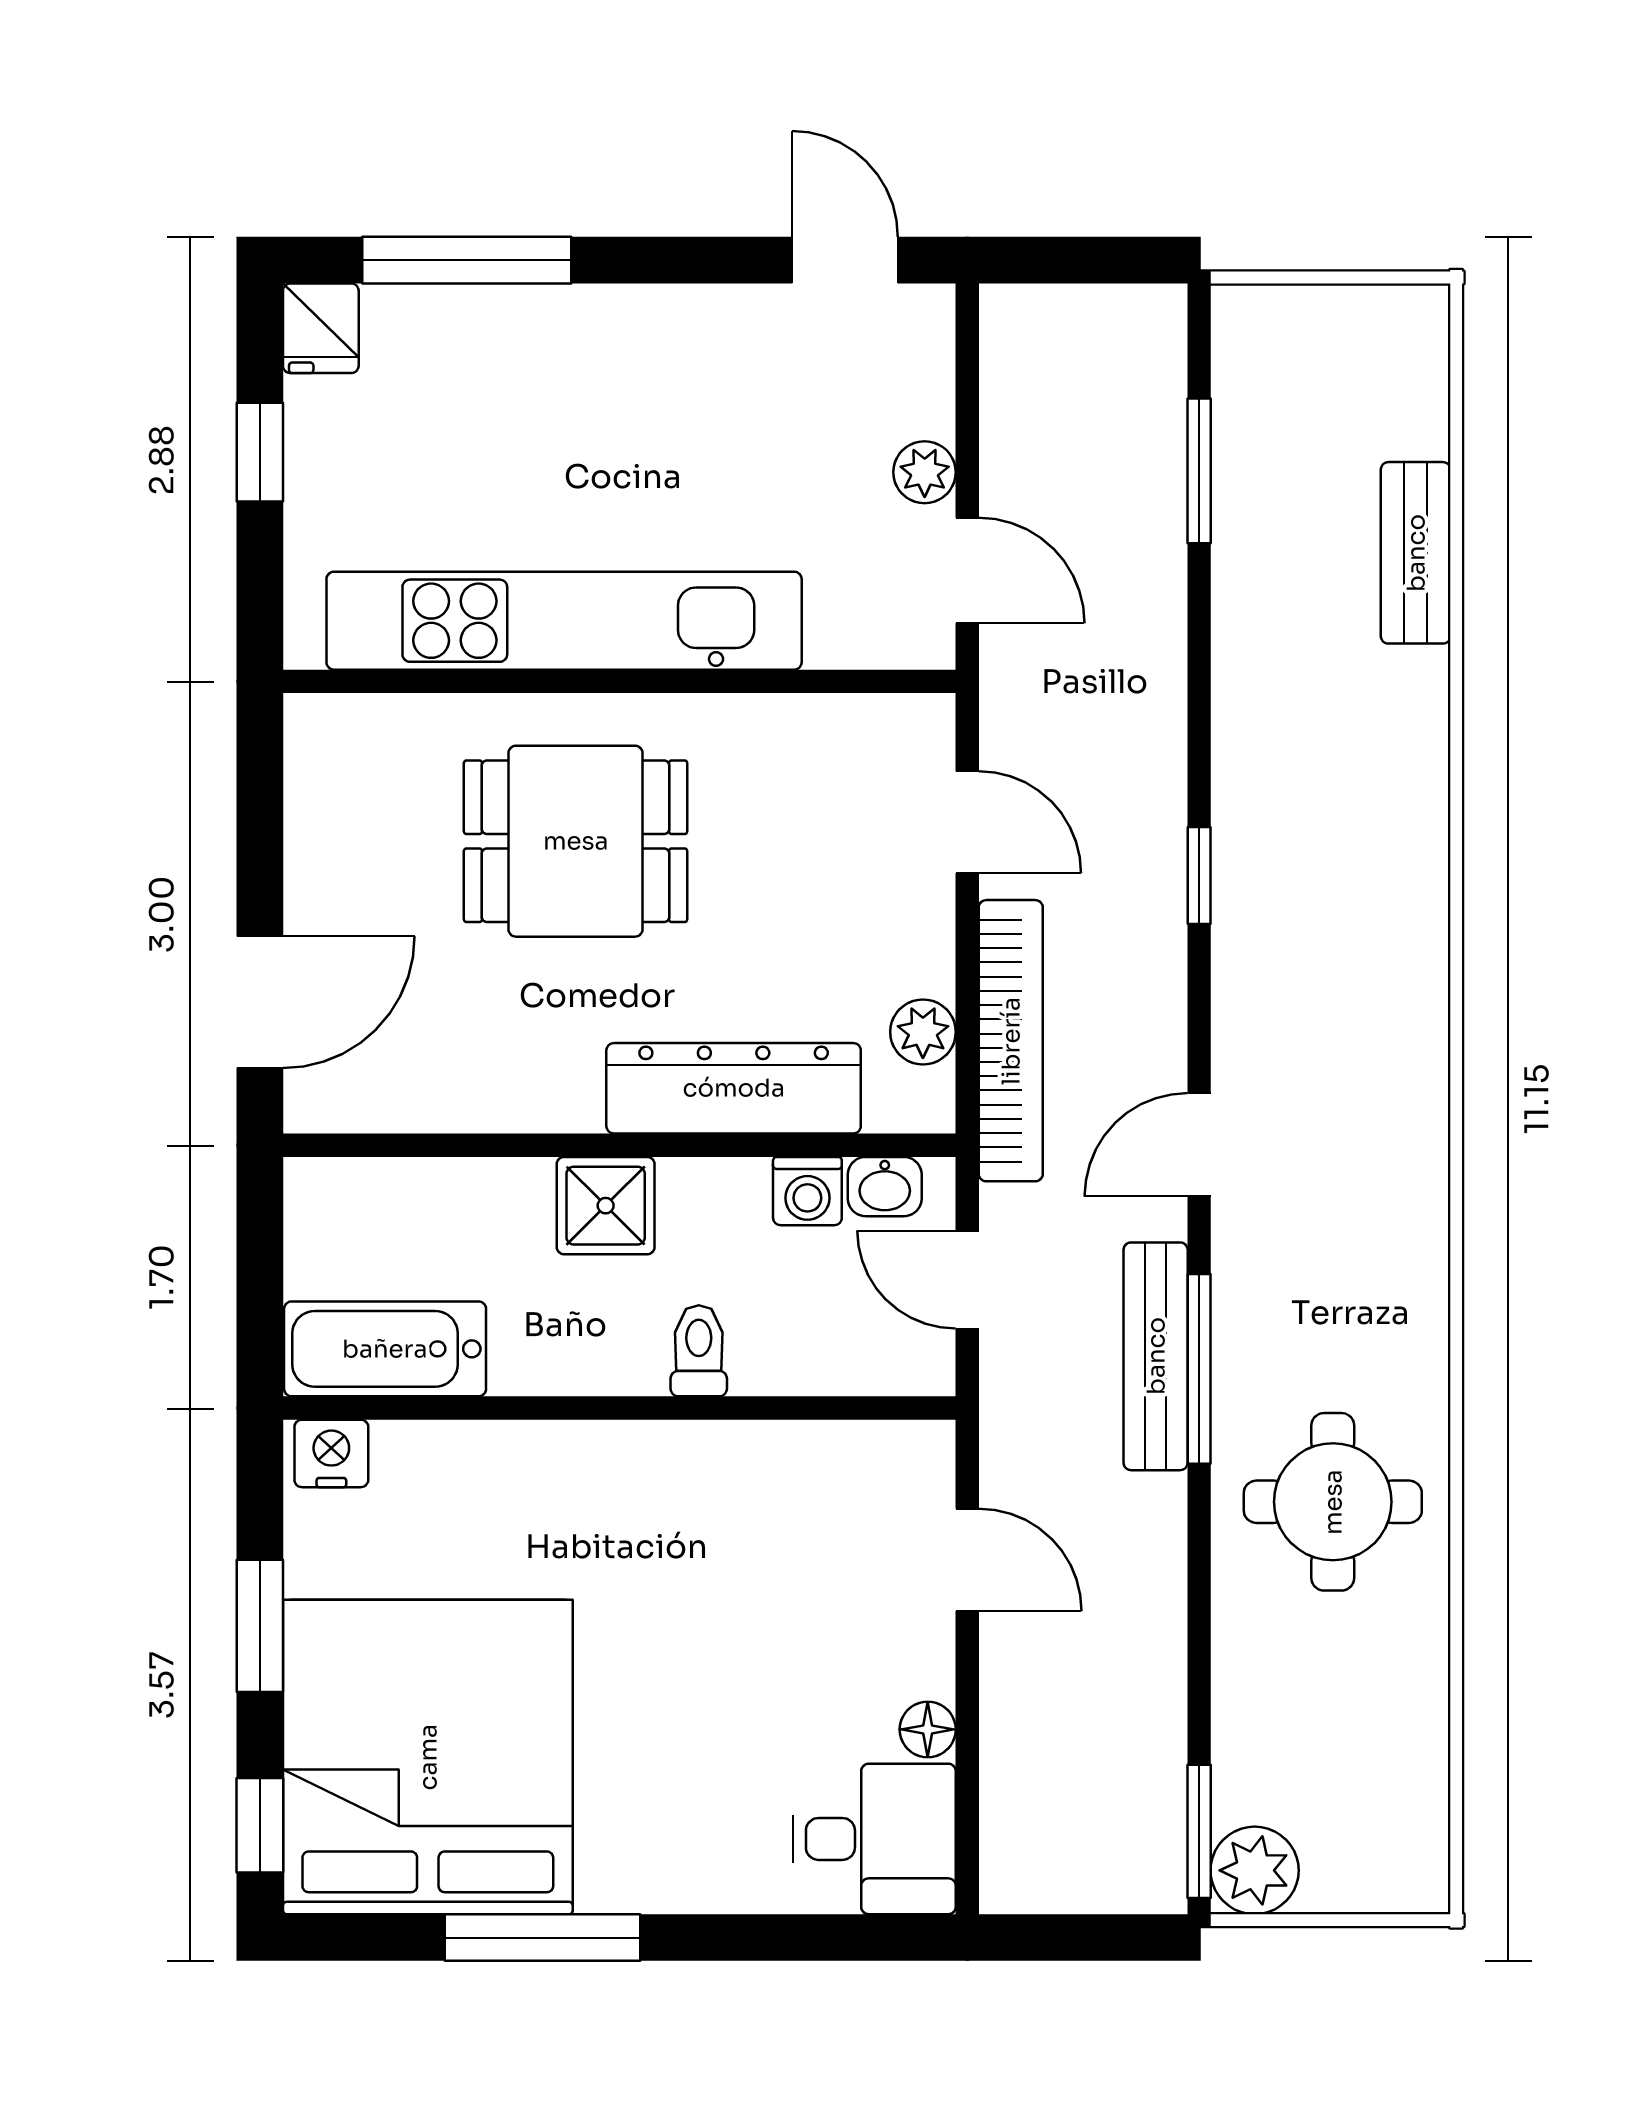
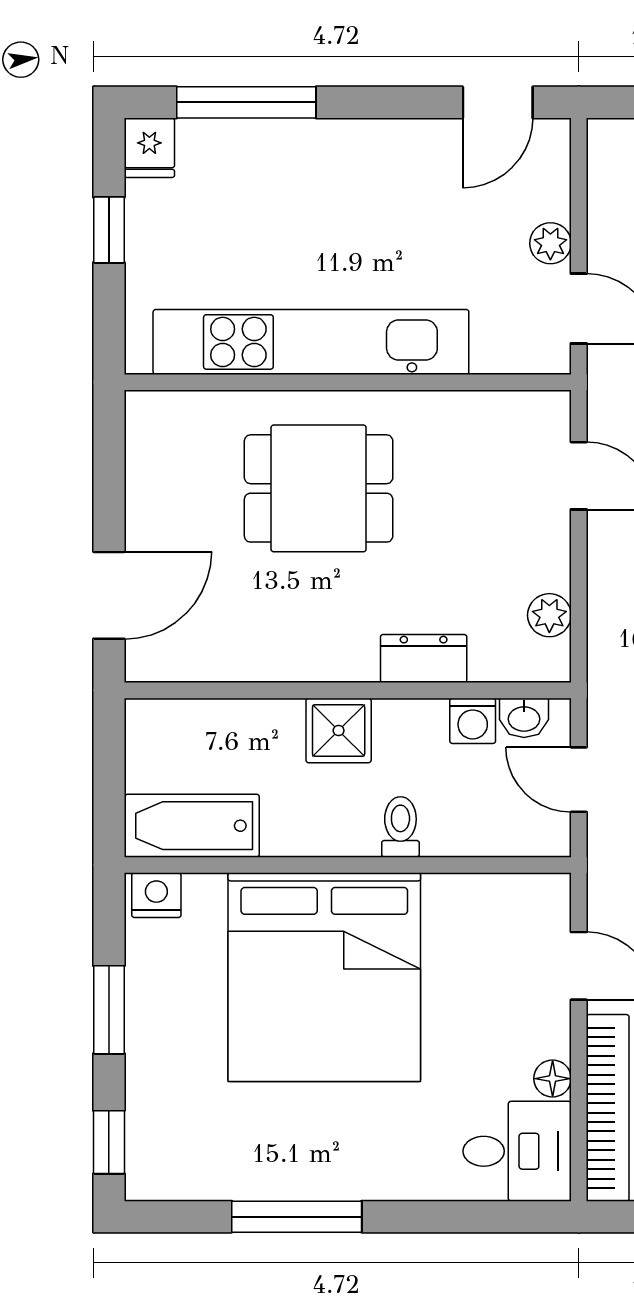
door: (845, 260) -> (498, 102), swing flipped
bookcase: (1011, 1041) -> (608, 1108), moved
dresser: (734, 1088) -> (424, 658), width x0.51, depth x0.80
bed: (428, 1757) -> (324, 977), moved, turned 180

